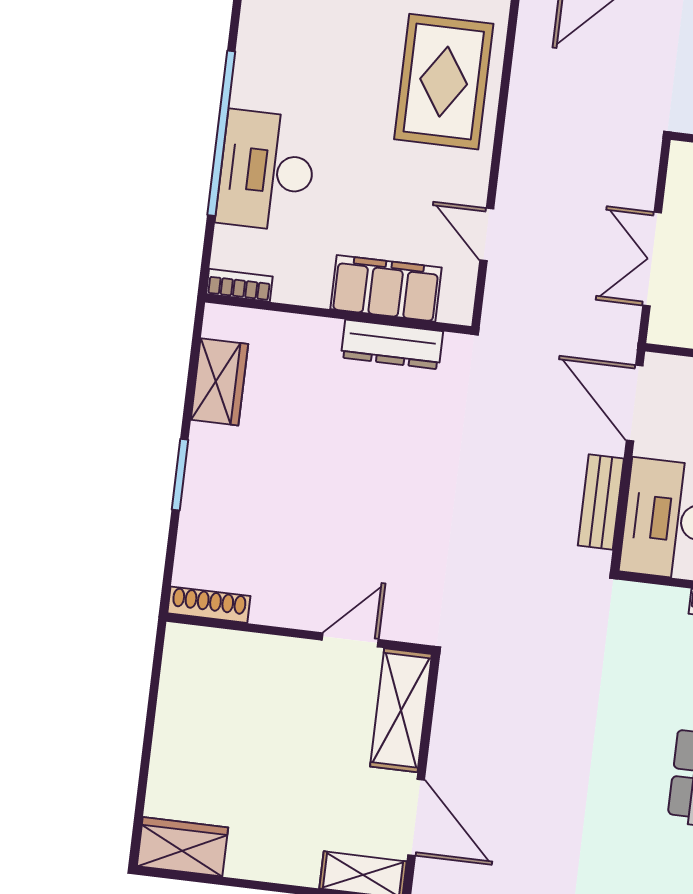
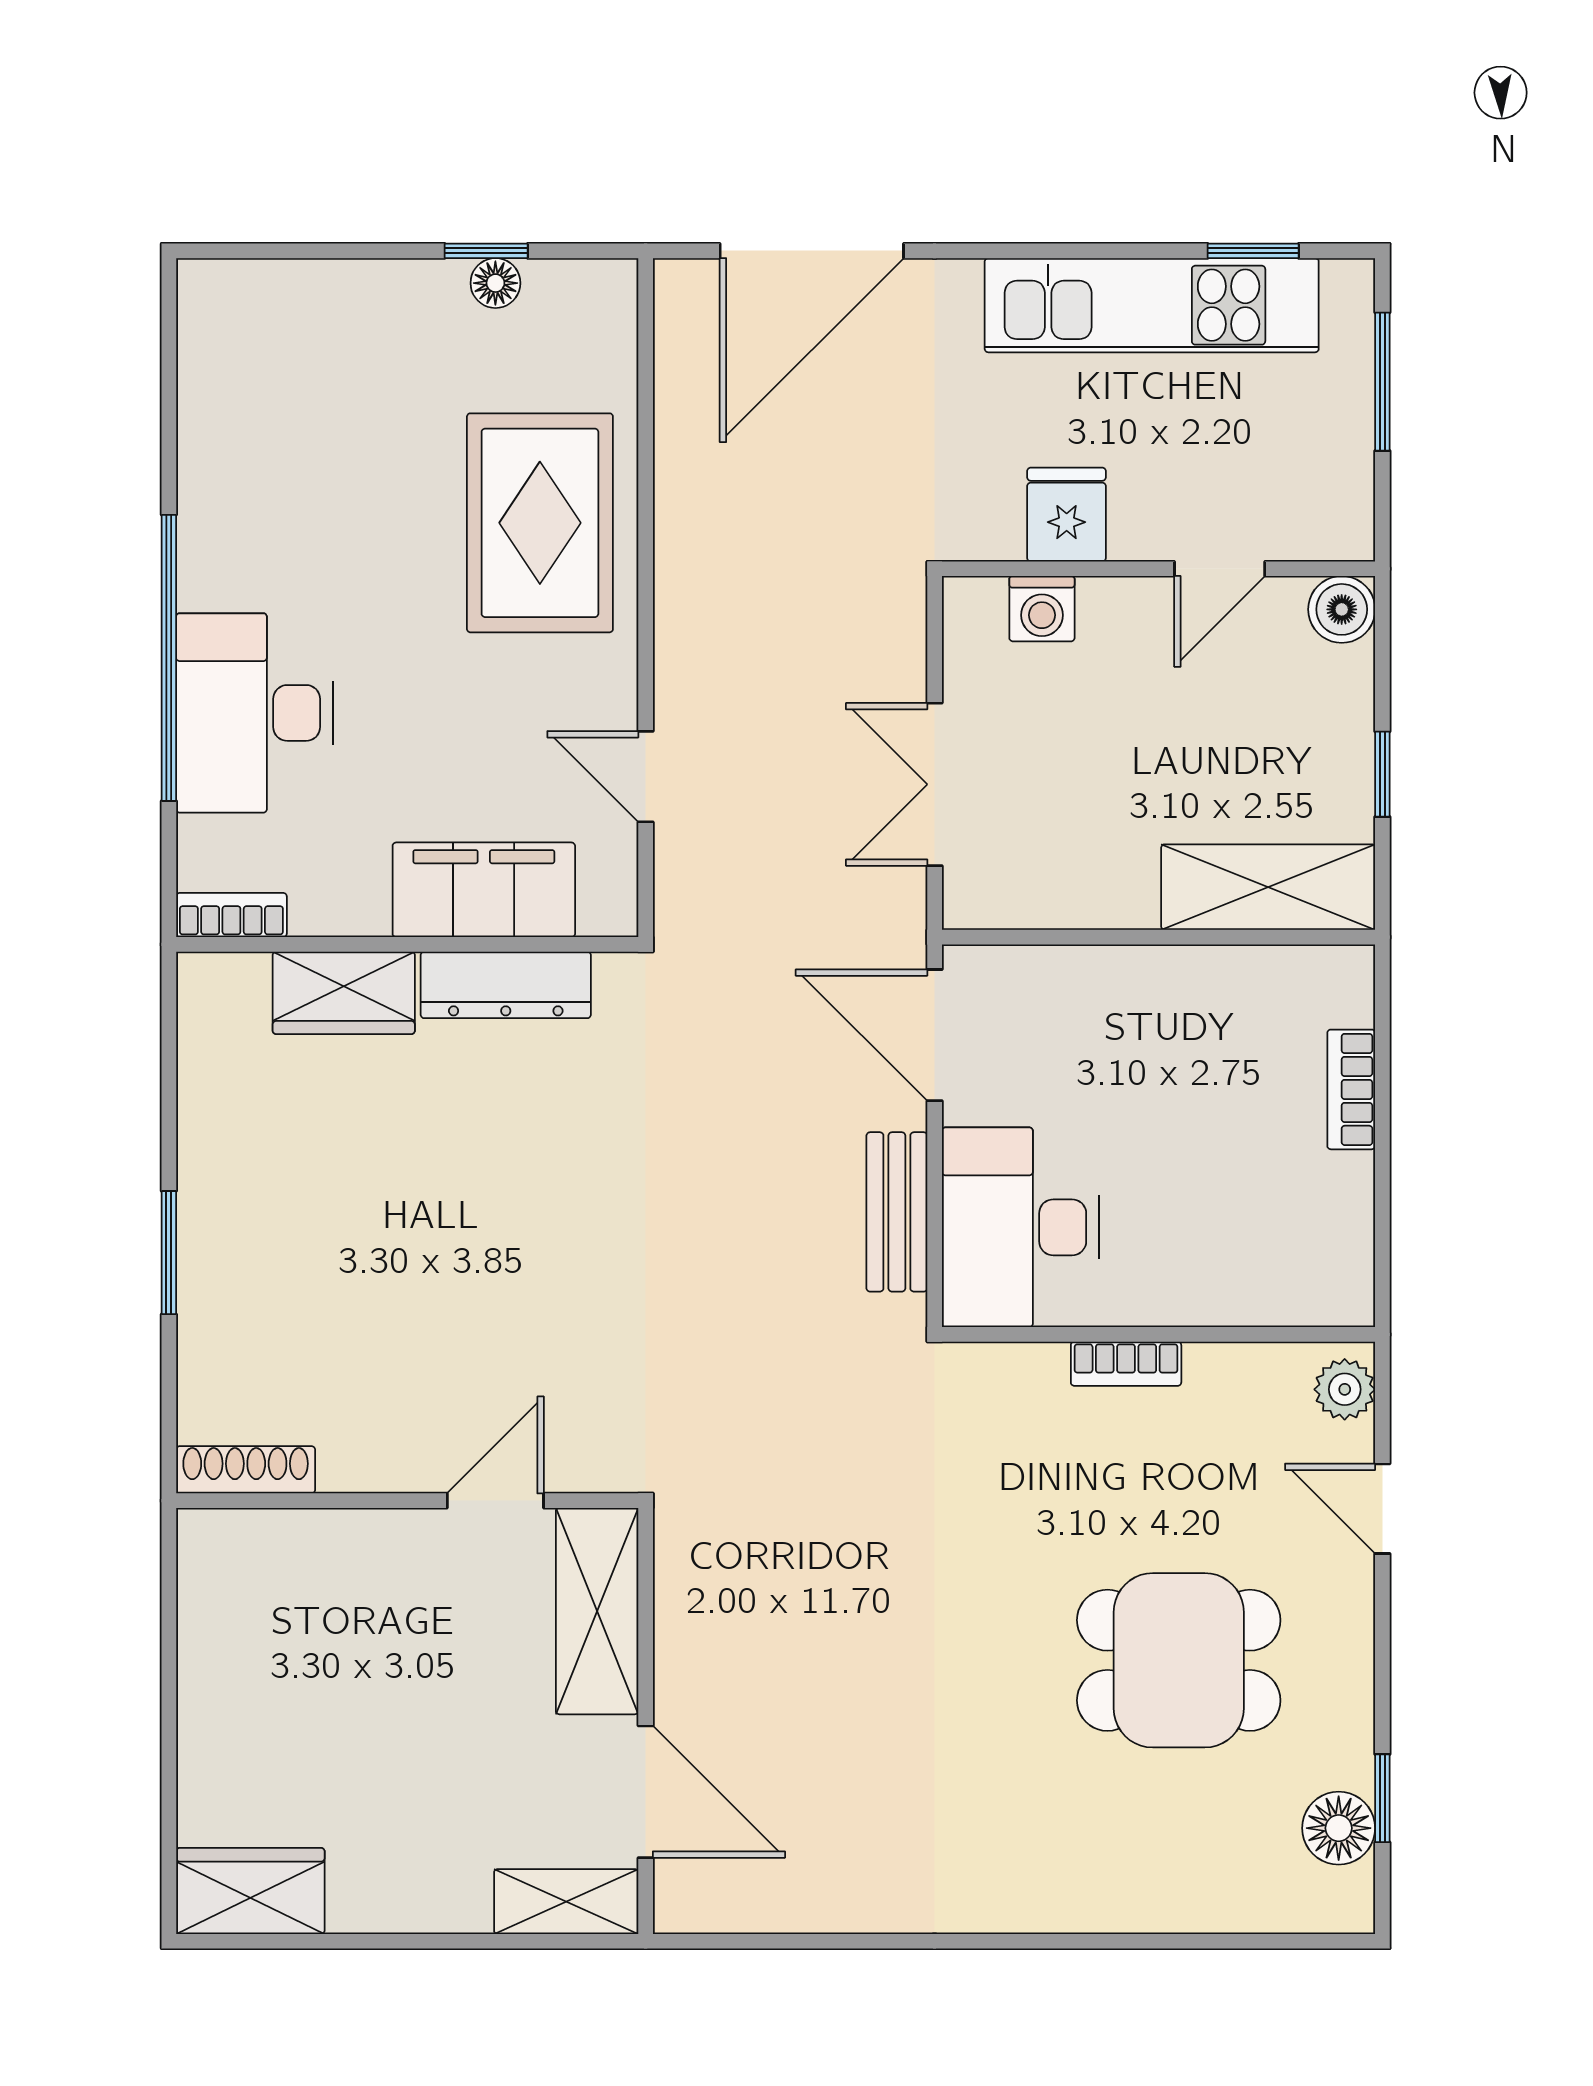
wardrobe: (219, 382) -> (344, 993), moved, turned 90

